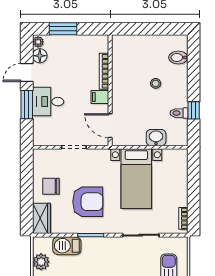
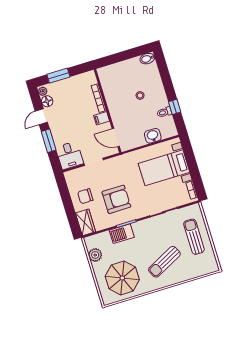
bidet: (178, 57) -> (147, 59), moved
desk: (48, 102) -> (70, 155), moved, turned -90
bed with nightstands: (136, 179) -> (164, 168), moved, turned 90
barbecue: (67, 246) -> (122, 234), moved

